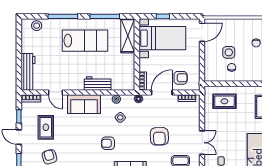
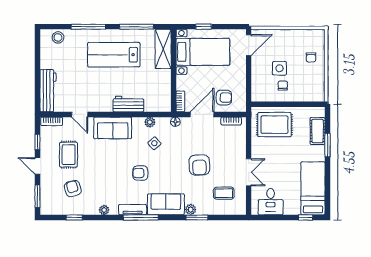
lab bench: (85, 41) -> (114, 55), turned 180
rug: (224, 101) -> (274, 125), width x1.36, depth x1.43

